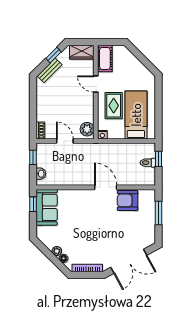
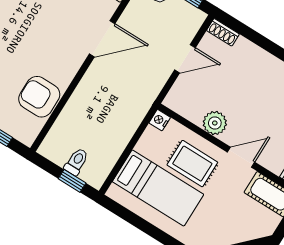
plant: (87, 129) -> (215, 123), moved
door: (106, 187) -> (102, 39), moved
armchair: (127, 200) -> (39, 97), turned -90

